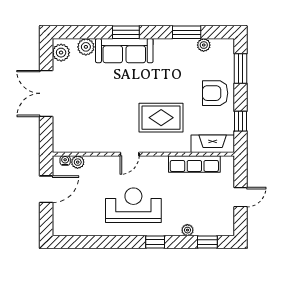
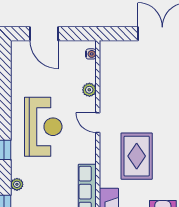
plant: (78, 162) -> (89, 90), moved
door: (46, 189) -> (44, 34), moved

